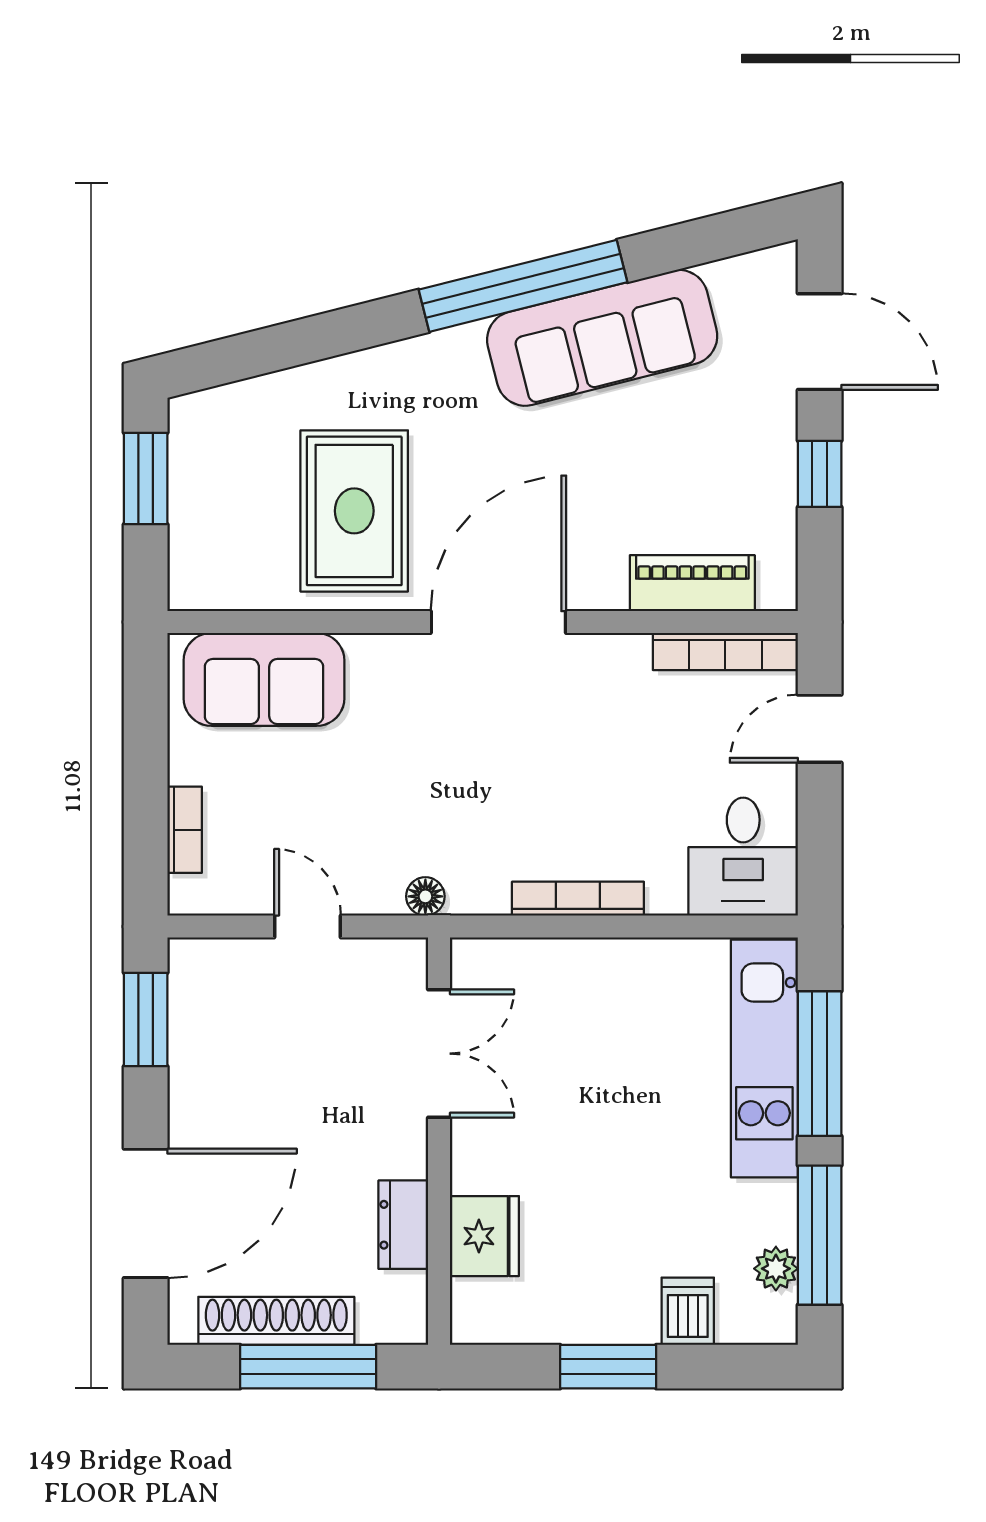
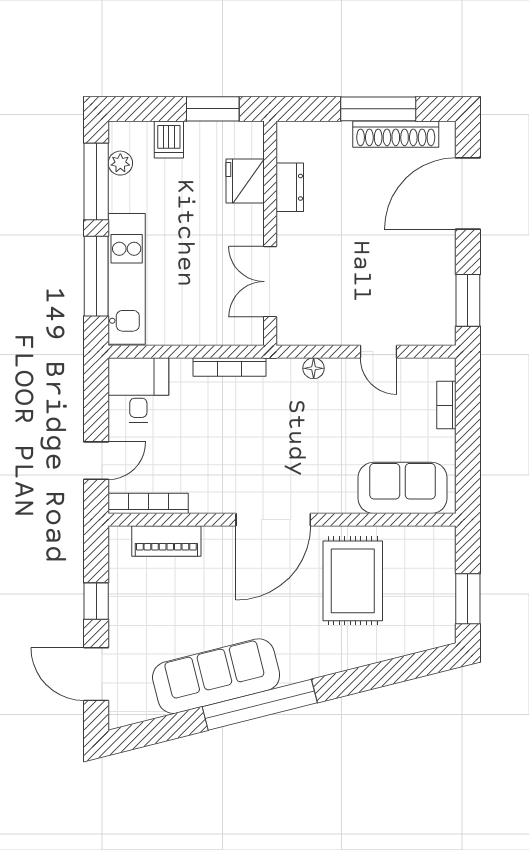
double door: (439, 1054) -> (270, 282), moved
wall: (439, 1141) -> (270, 233), moved
dresser: (403, 1225) -> (290, 187), moved
fridge: (484, 1236) -> (245, 181), moved

